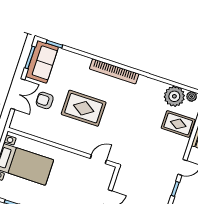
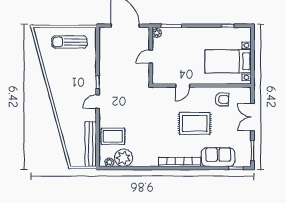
sofa: (42, 62) -> (218, 157), moved, turned 90
armchair: (45, 100) -> (222, 99), moved
door: (98, 159) -> (183, 86), moved

